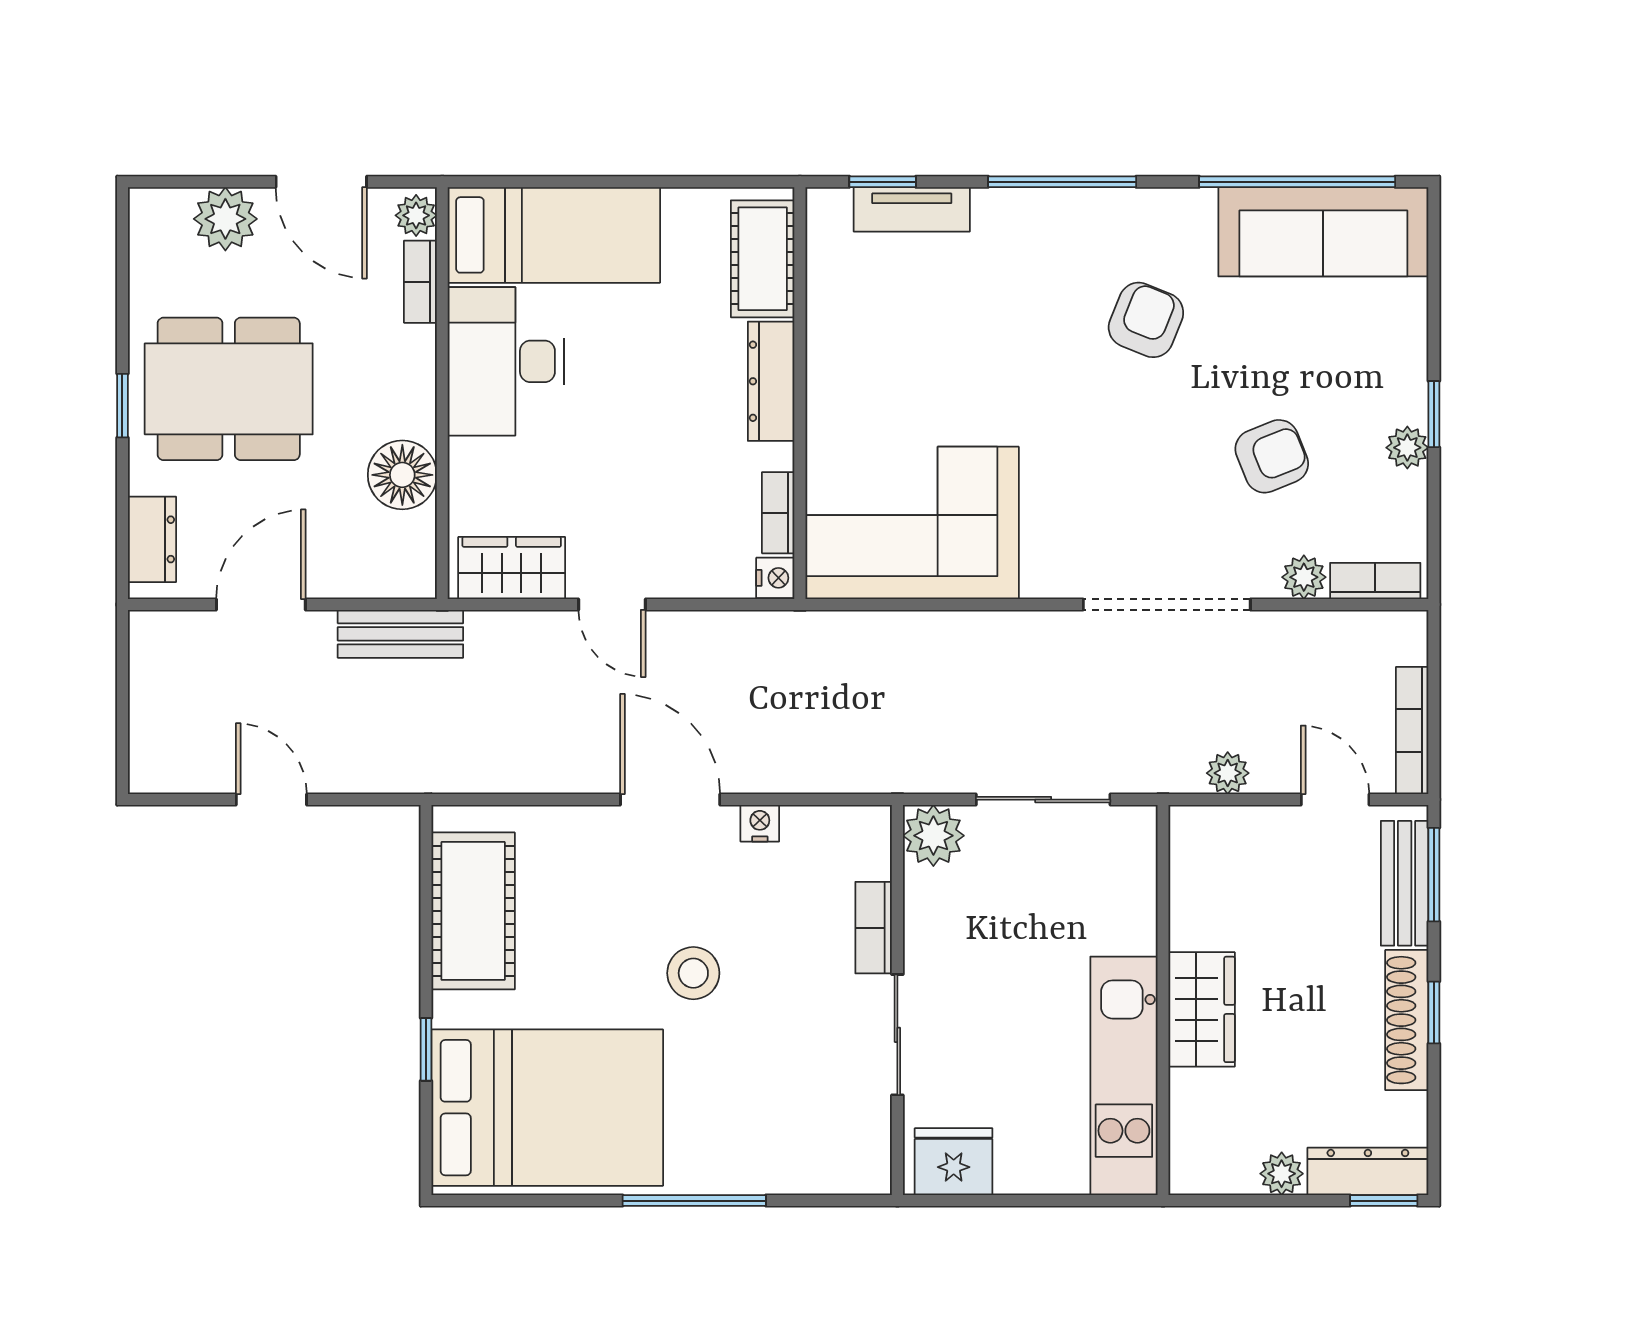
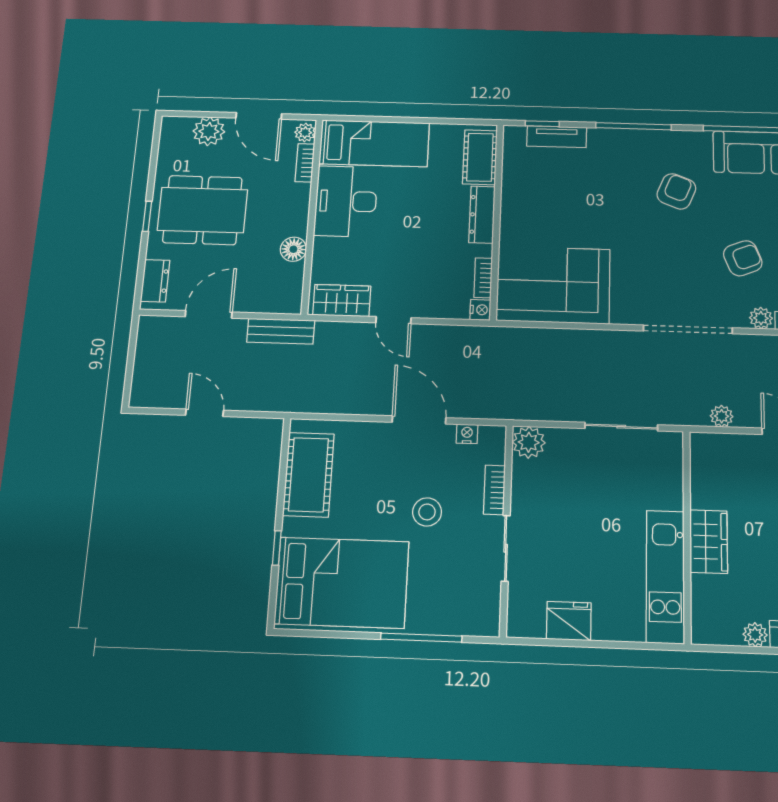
floor lamp: (402, 475) -> (293, 249), width x0.73, depth x0.73
plant: (933, 836) -> (529, 442), moved
bookcase: (874, 928) -> (494, 490), moved
wall: (897, 1000) -> (506, 529), moved
sliding door: (897, 1035) -> (506, 548), moved

